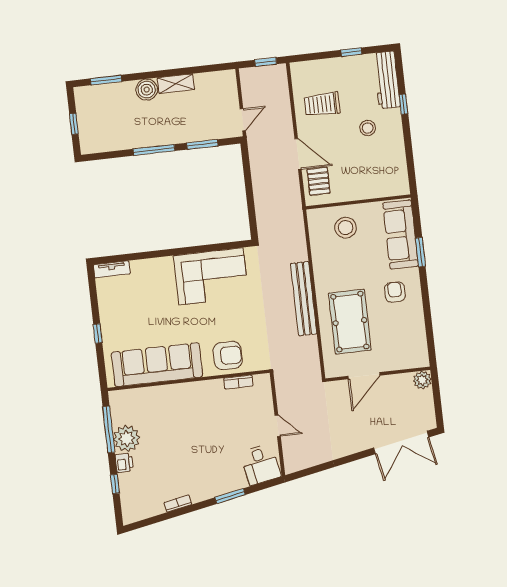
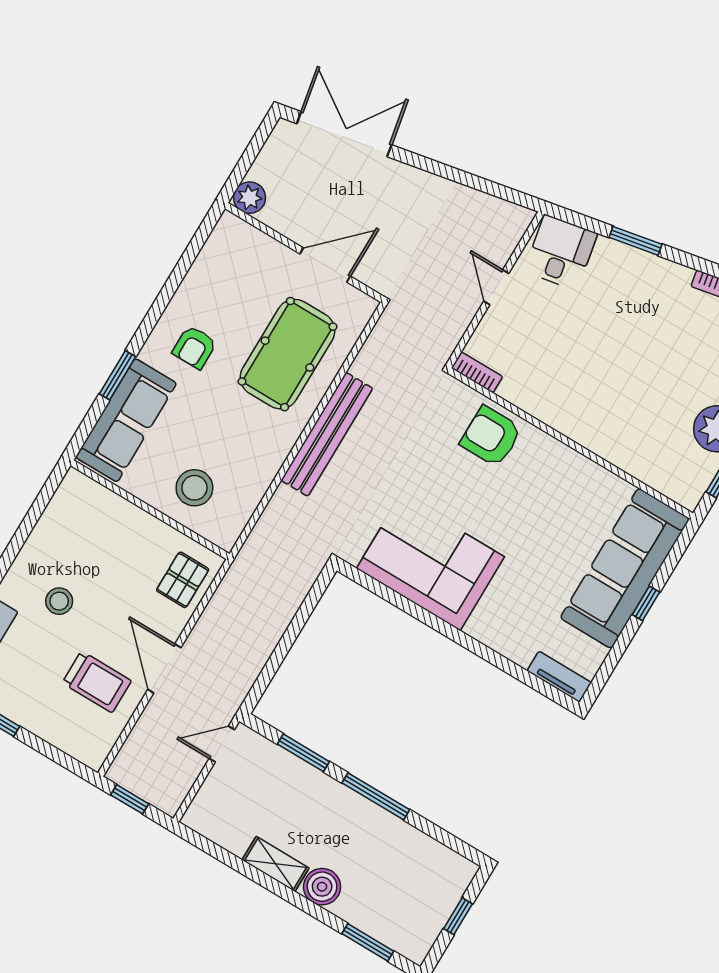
door: (298, 154) -> (164, 668), moved
sofa: (157, 365) -> (625, 568), moved, turned 90
bookcase: (238, 382) -> (477, 372), moved

